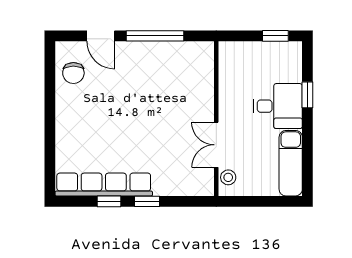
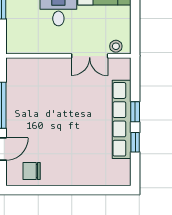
chair: (73, 73) -> (32, 171), turned 180
row of seats: (104, 185) -> (122, 119), moved

